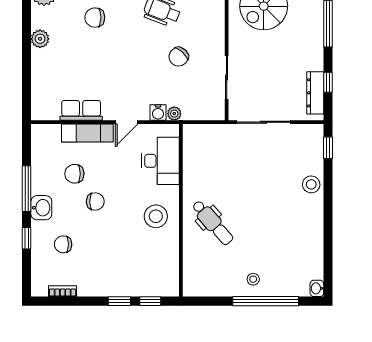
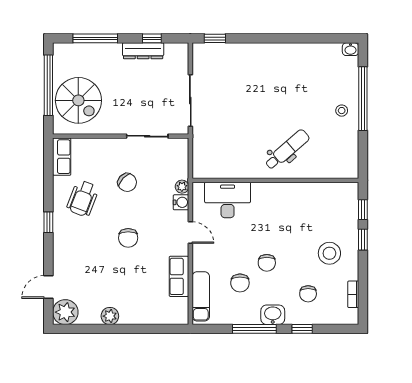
chair: (95, 18) -> (128, 238), moved
dresser: (315, 93) -> (143, 51), moved
exam couch: (87, 133) -> (201, 296), moved
stool: (311, 184) -> (250, 55), removed
chair: (95, 202) -> (267, 263), turned 180
stool: (156, 216) -> (329, 253), moved

